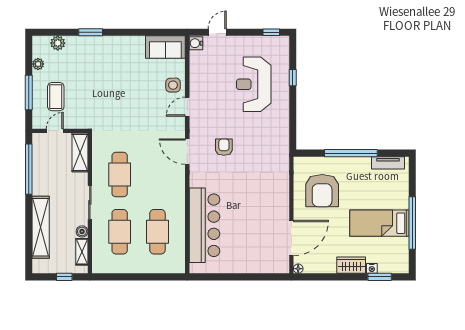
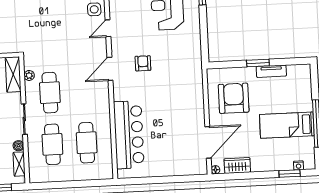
door: (187, 152) -> (110, 69), hinge flipped
window: (351, 153) -> (258, 63), width x0.47
plant: (98, 154) -> (29, 75), added
tv unit: (388, 163) -> (271, 71), moved
armchair: (322, 191) -> (234, 98), turned 180
wardrobe: (351, 265) -> (237, 165), moved
nightstand: (372, 268) -> (299, 165), moved

